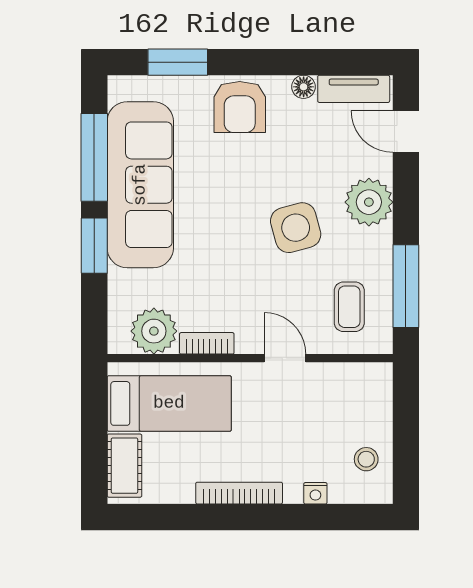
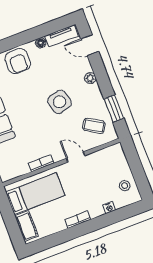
plant: (369, 202) -> (90, 78), width x0.53, depth x0.53
window: (406, 286) -> (114, 109), width x0.69
coffee table: (349, 307) -> (94, 126), turned -59
plant: (154, 331) -> (18, 166), removed
bookcase: (239, 493) -> (78, 219), width x0.64

